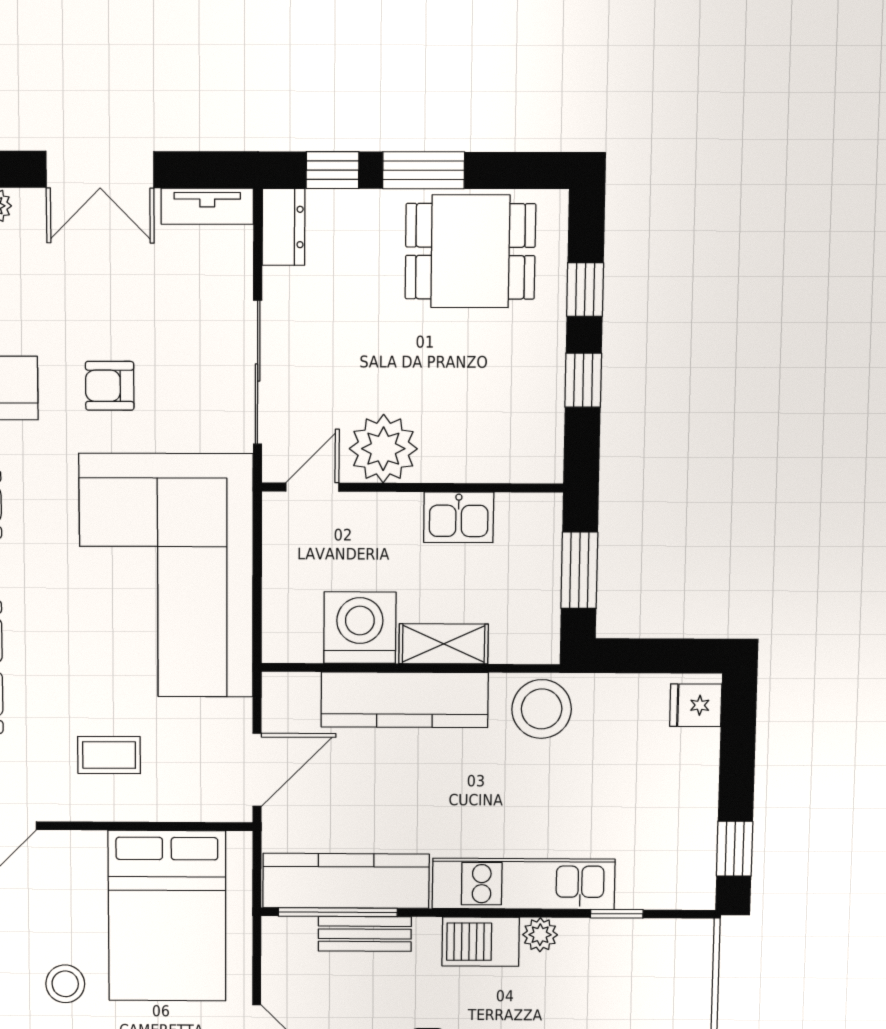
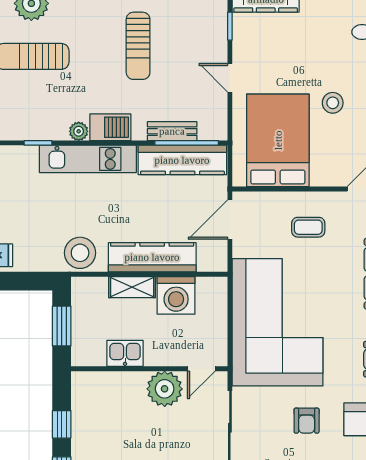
armchair: (110, 386) -> (307, 421), turned 90

